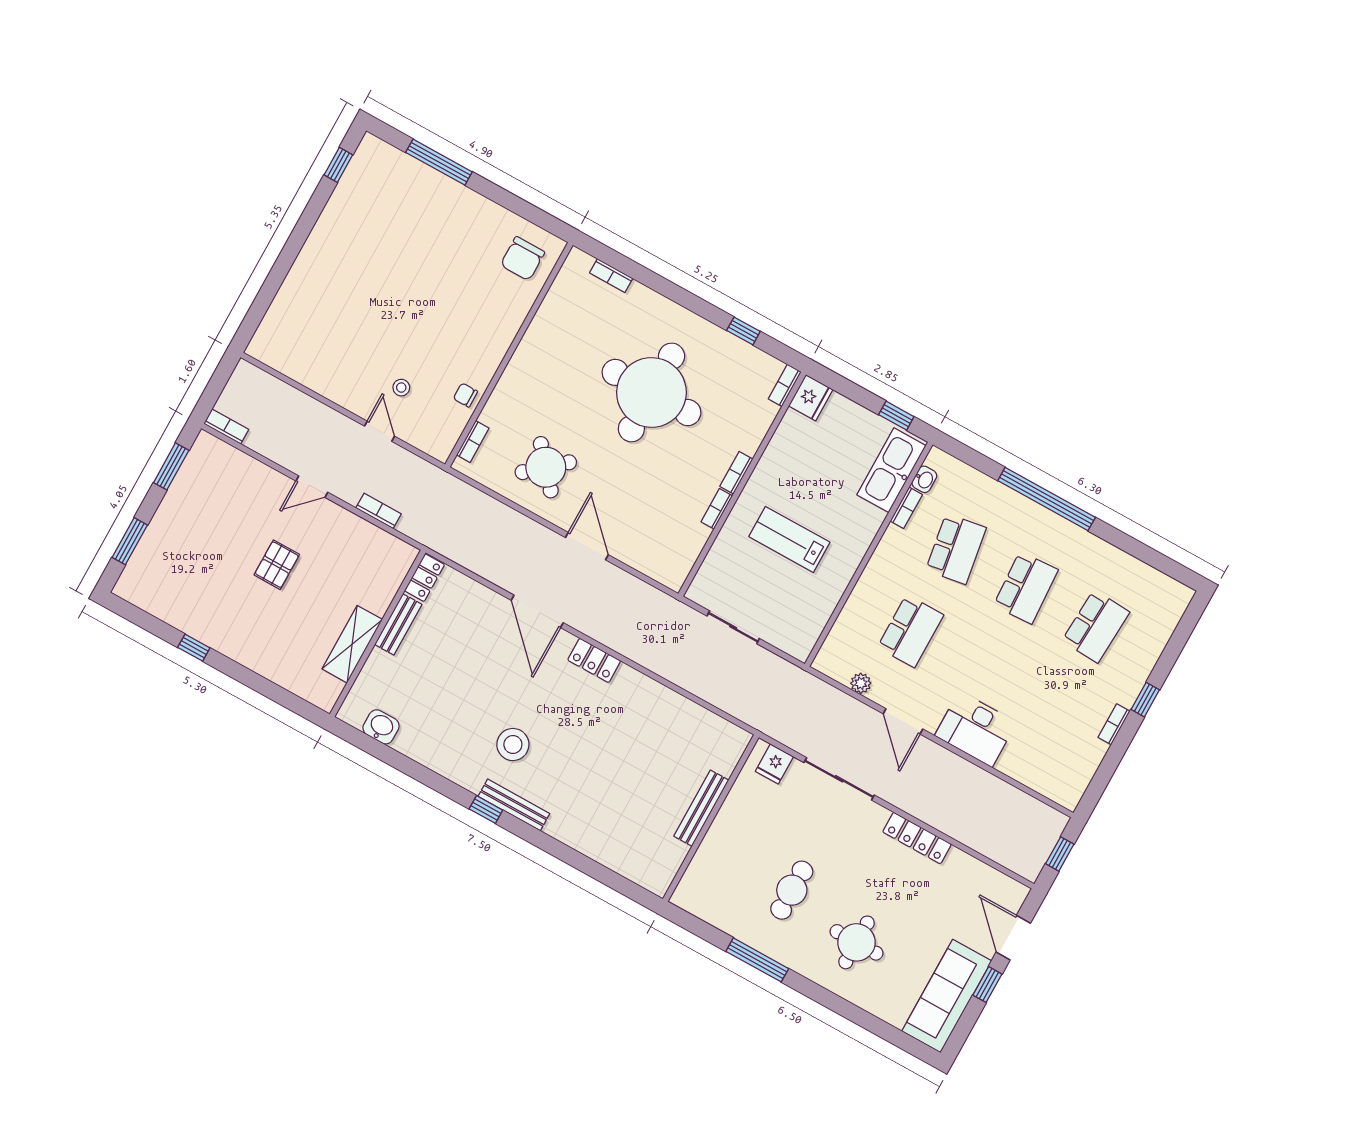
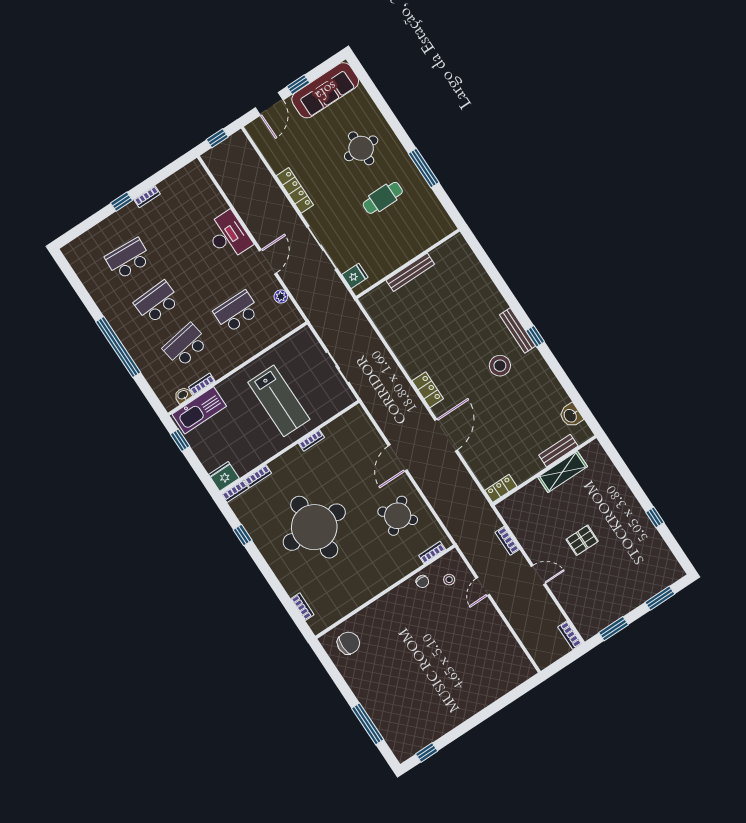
stool: (401, 388) -> (449, 580), moved
bookcase: (736, 473) -> (258, 476), moved
lab bench: (789, 539) -> (279, 401), width x1.36, depth x1.39
bench: (398, 624) -> (558, 451), moved

